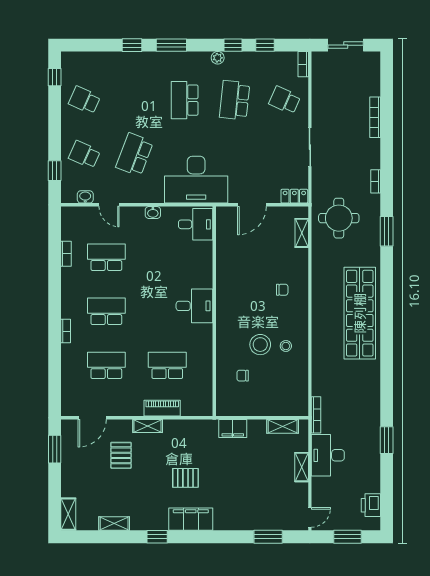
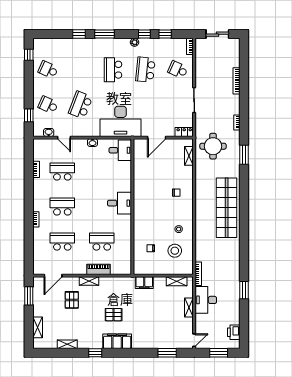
stool: (260, 345) -> (175, 251), moved
shelving: (68, 514) -> (38, 327), moved

